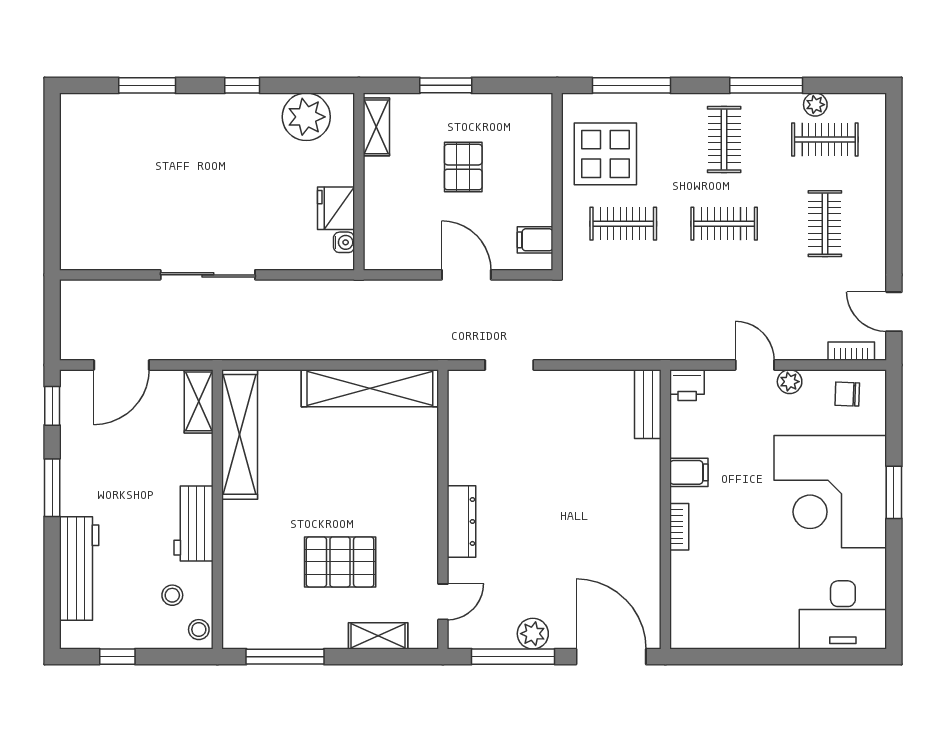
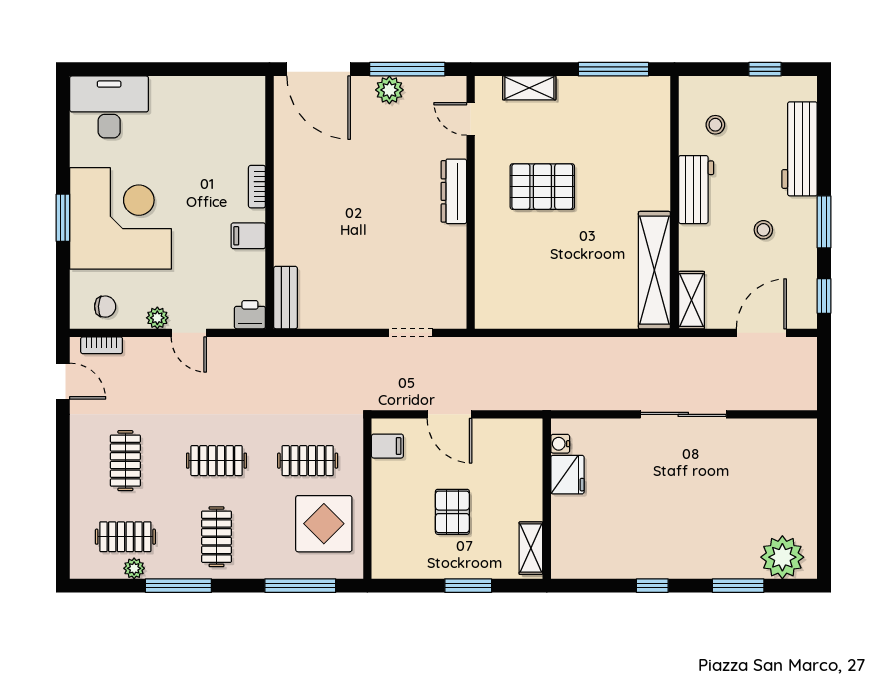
plant: (306, 117) -> (782, 557), moved
shelving: (370, 388) -> (537, 312), removed
pallet: (340, 562) -> (542, 187), moved
door: (443, 602) -> (471, 119), hinge flipped
stool: (199, 630) -> (763, 230), moved

